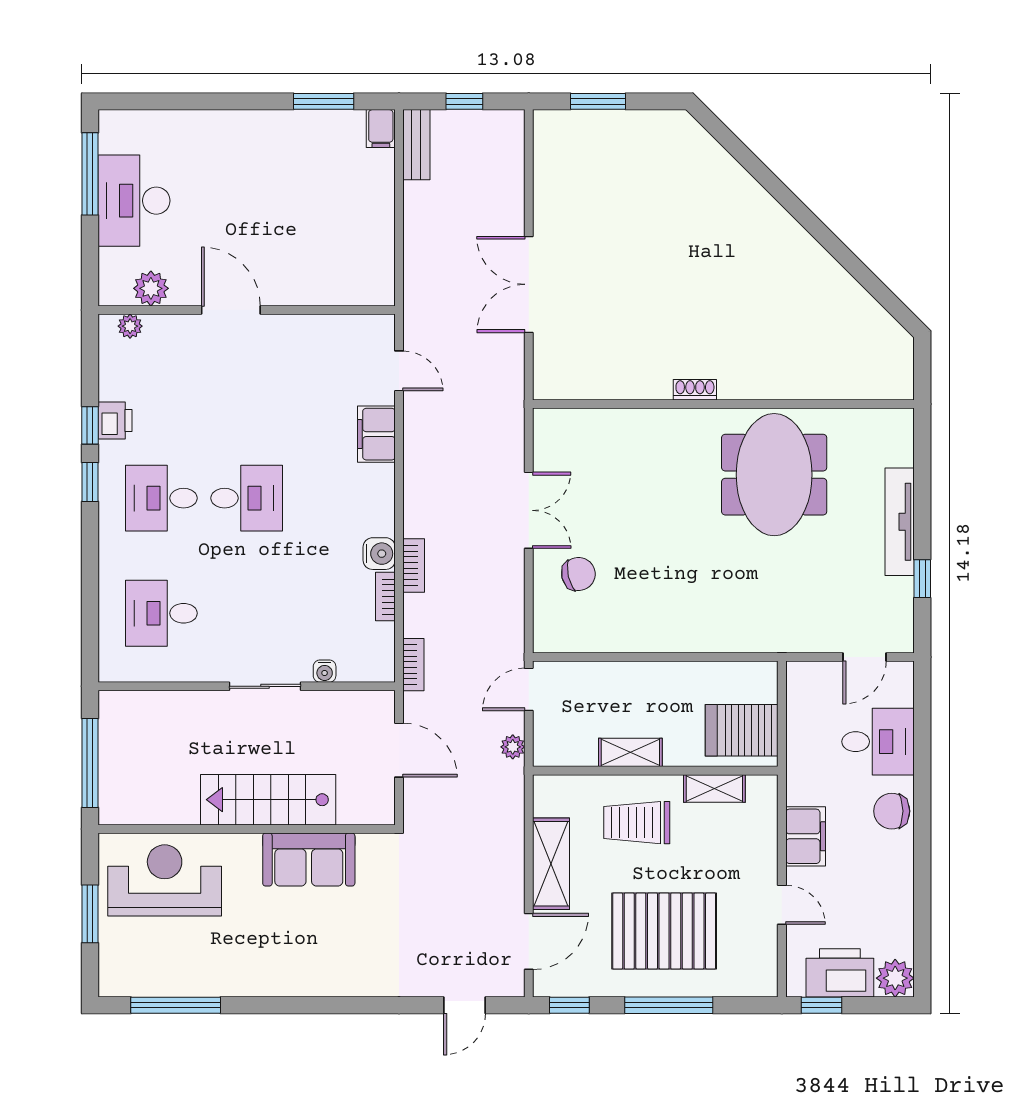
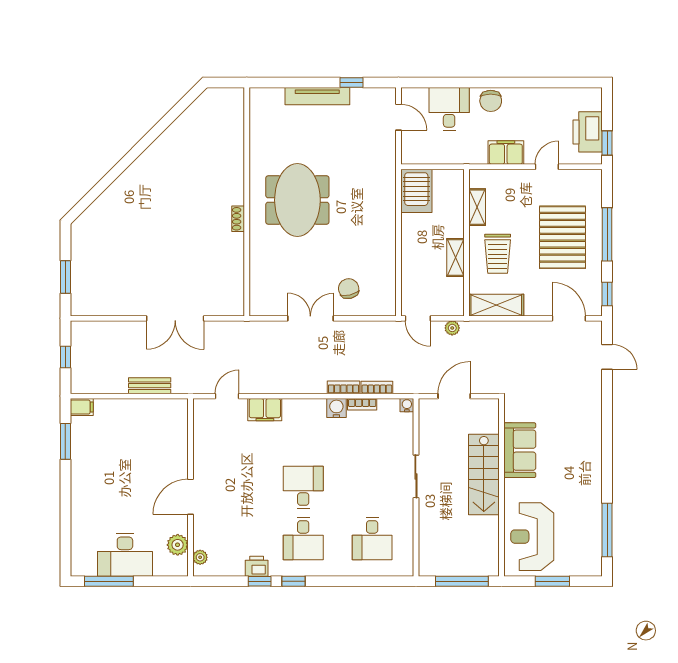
bench: (416, 145) -> (150, 386), moved
meeting table: (774, 475) -> (297, 200), moved, turned 90
bookcase: (413, 665) -> (377, 387), moved
water cooler: (325, 671) -> (407, 405), moved, turned -90
server rack: (742, 730) -> (416, 191), moved
shelving: (551, 864) -> (496, 305), moved
plant: (895, 978) -> (591, 99), removed

